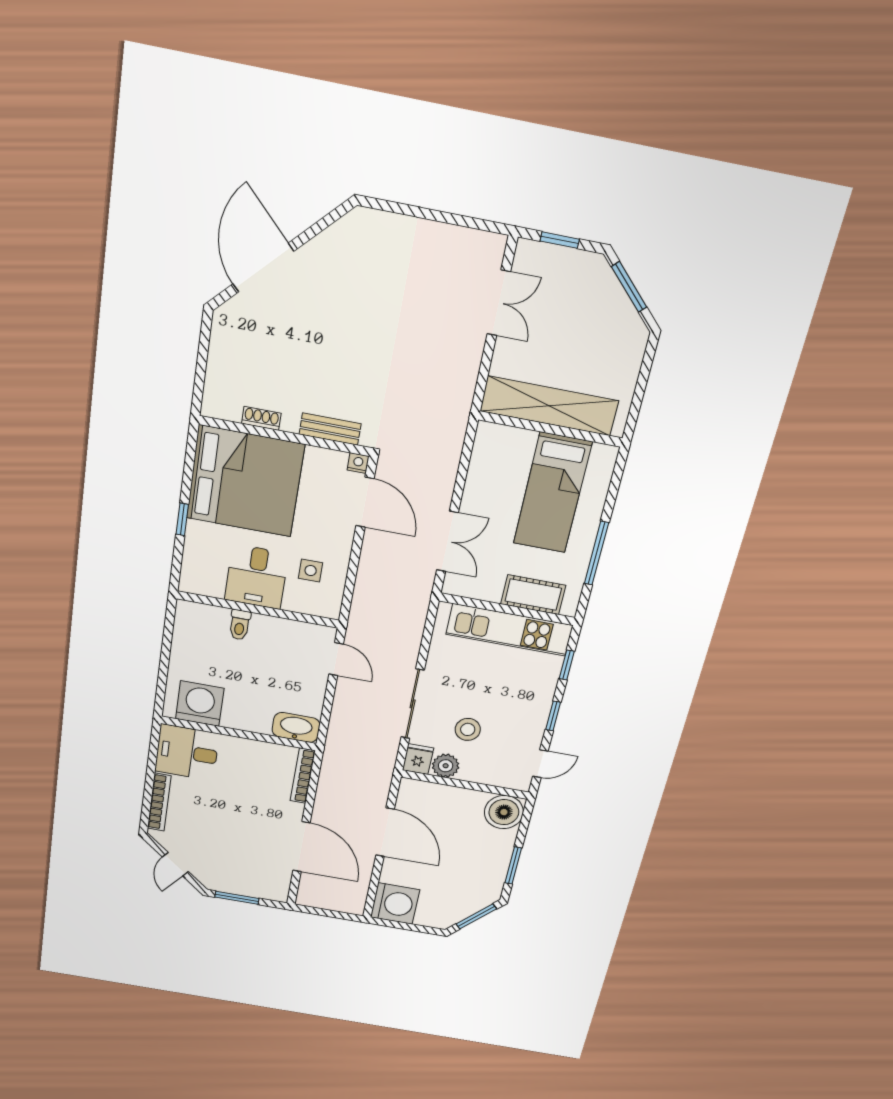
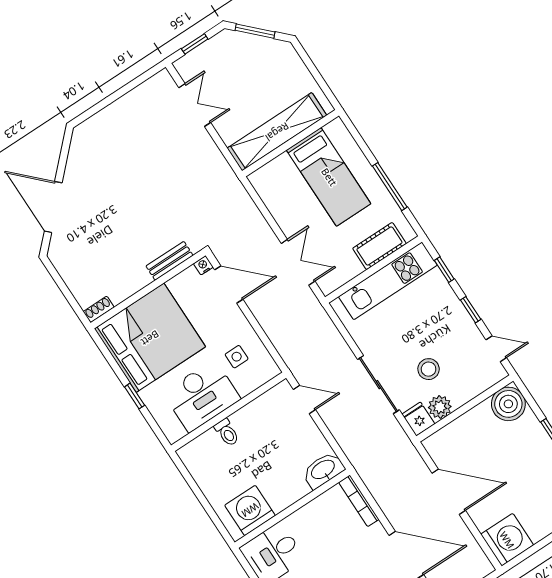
shoe rack: (261, 418) -> (99, 309), moved
desk: (256, 577) -> (202, 396), width x1.37
door: (540, 764) -> (496, 349), hinge flipped

